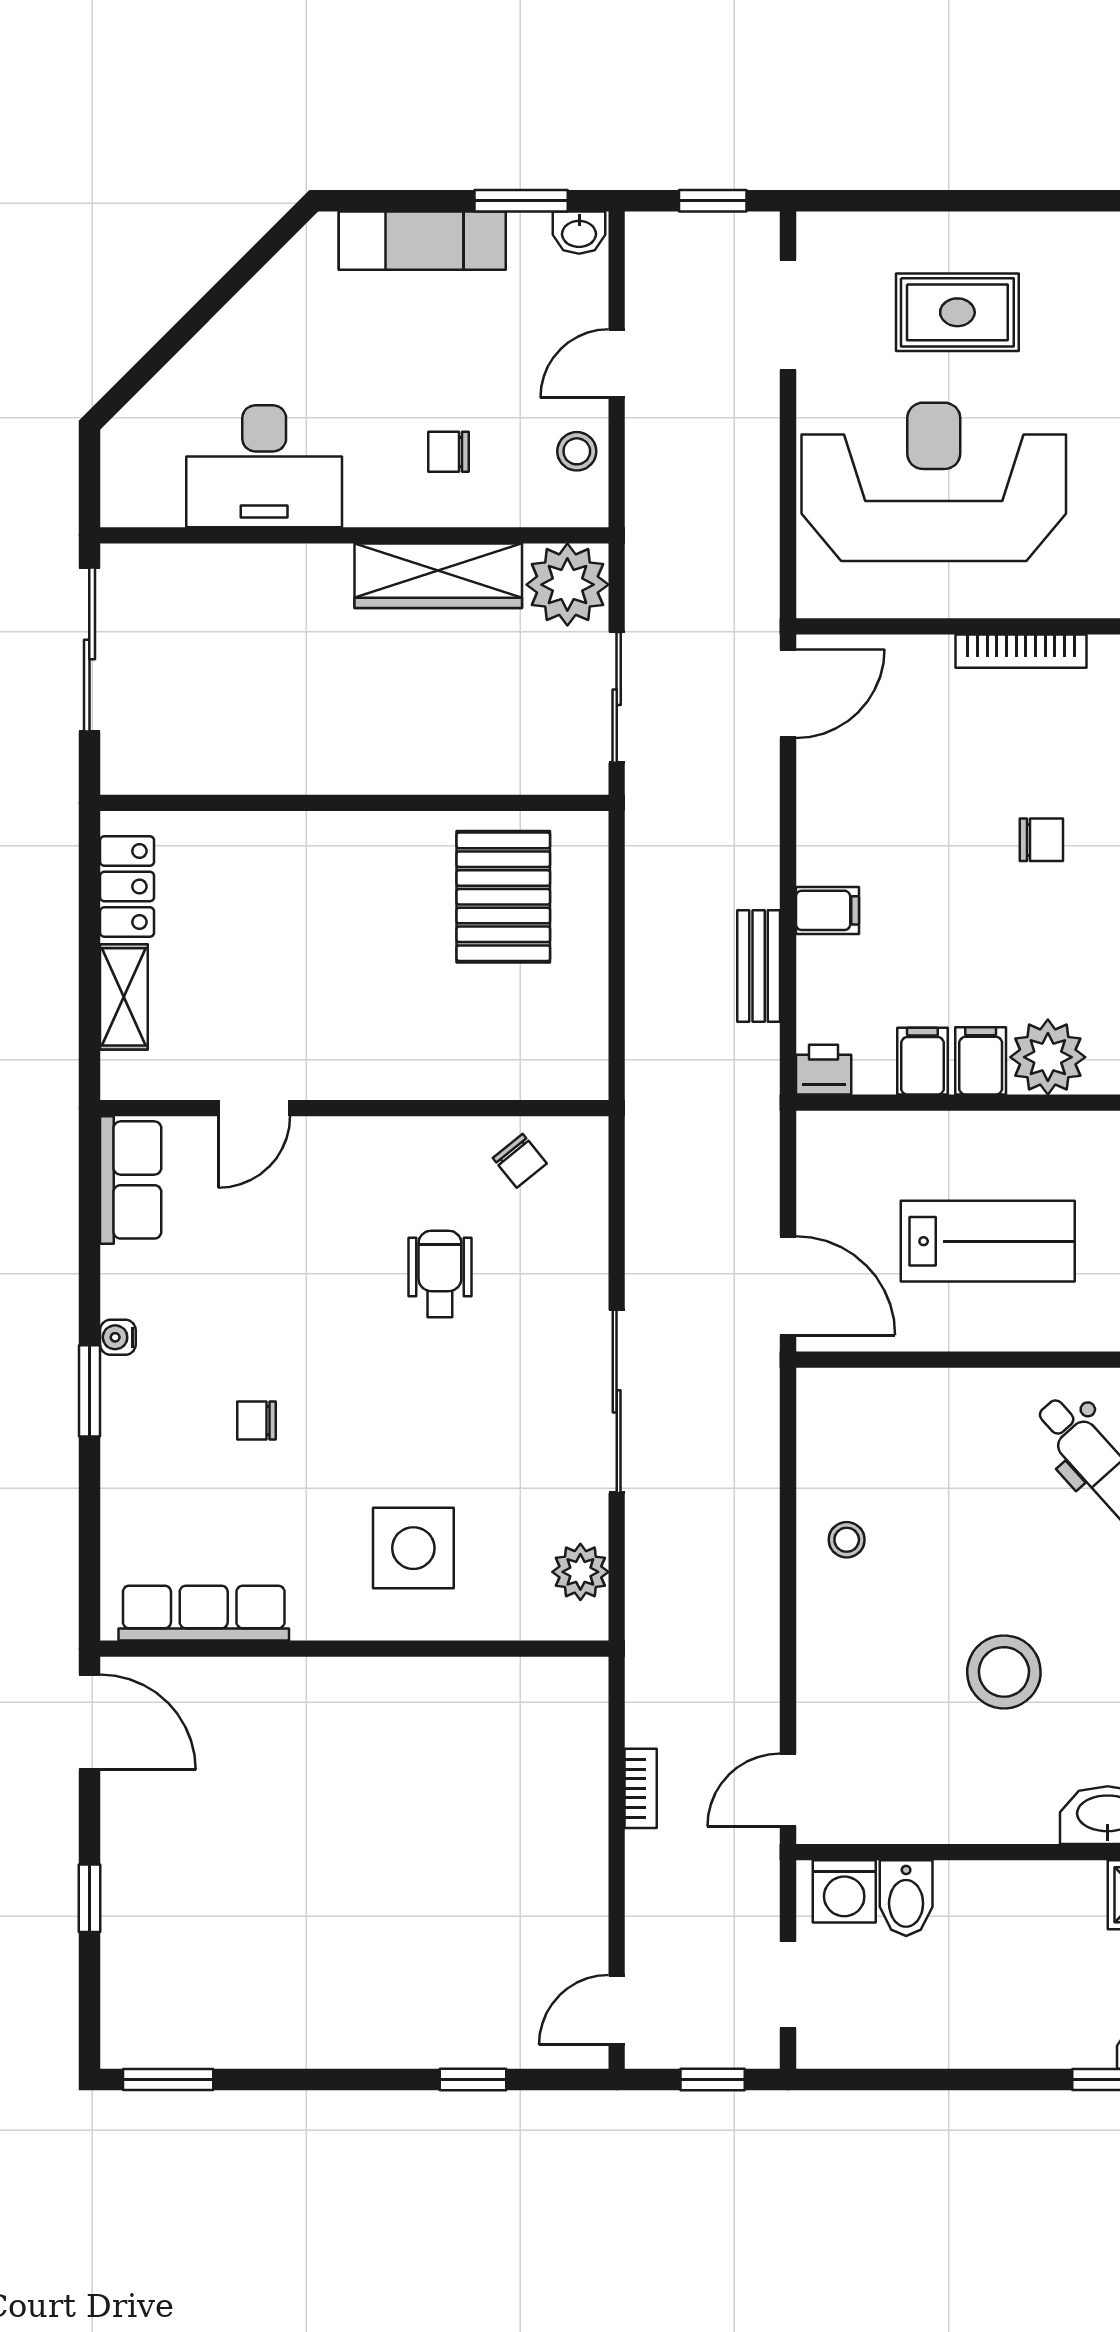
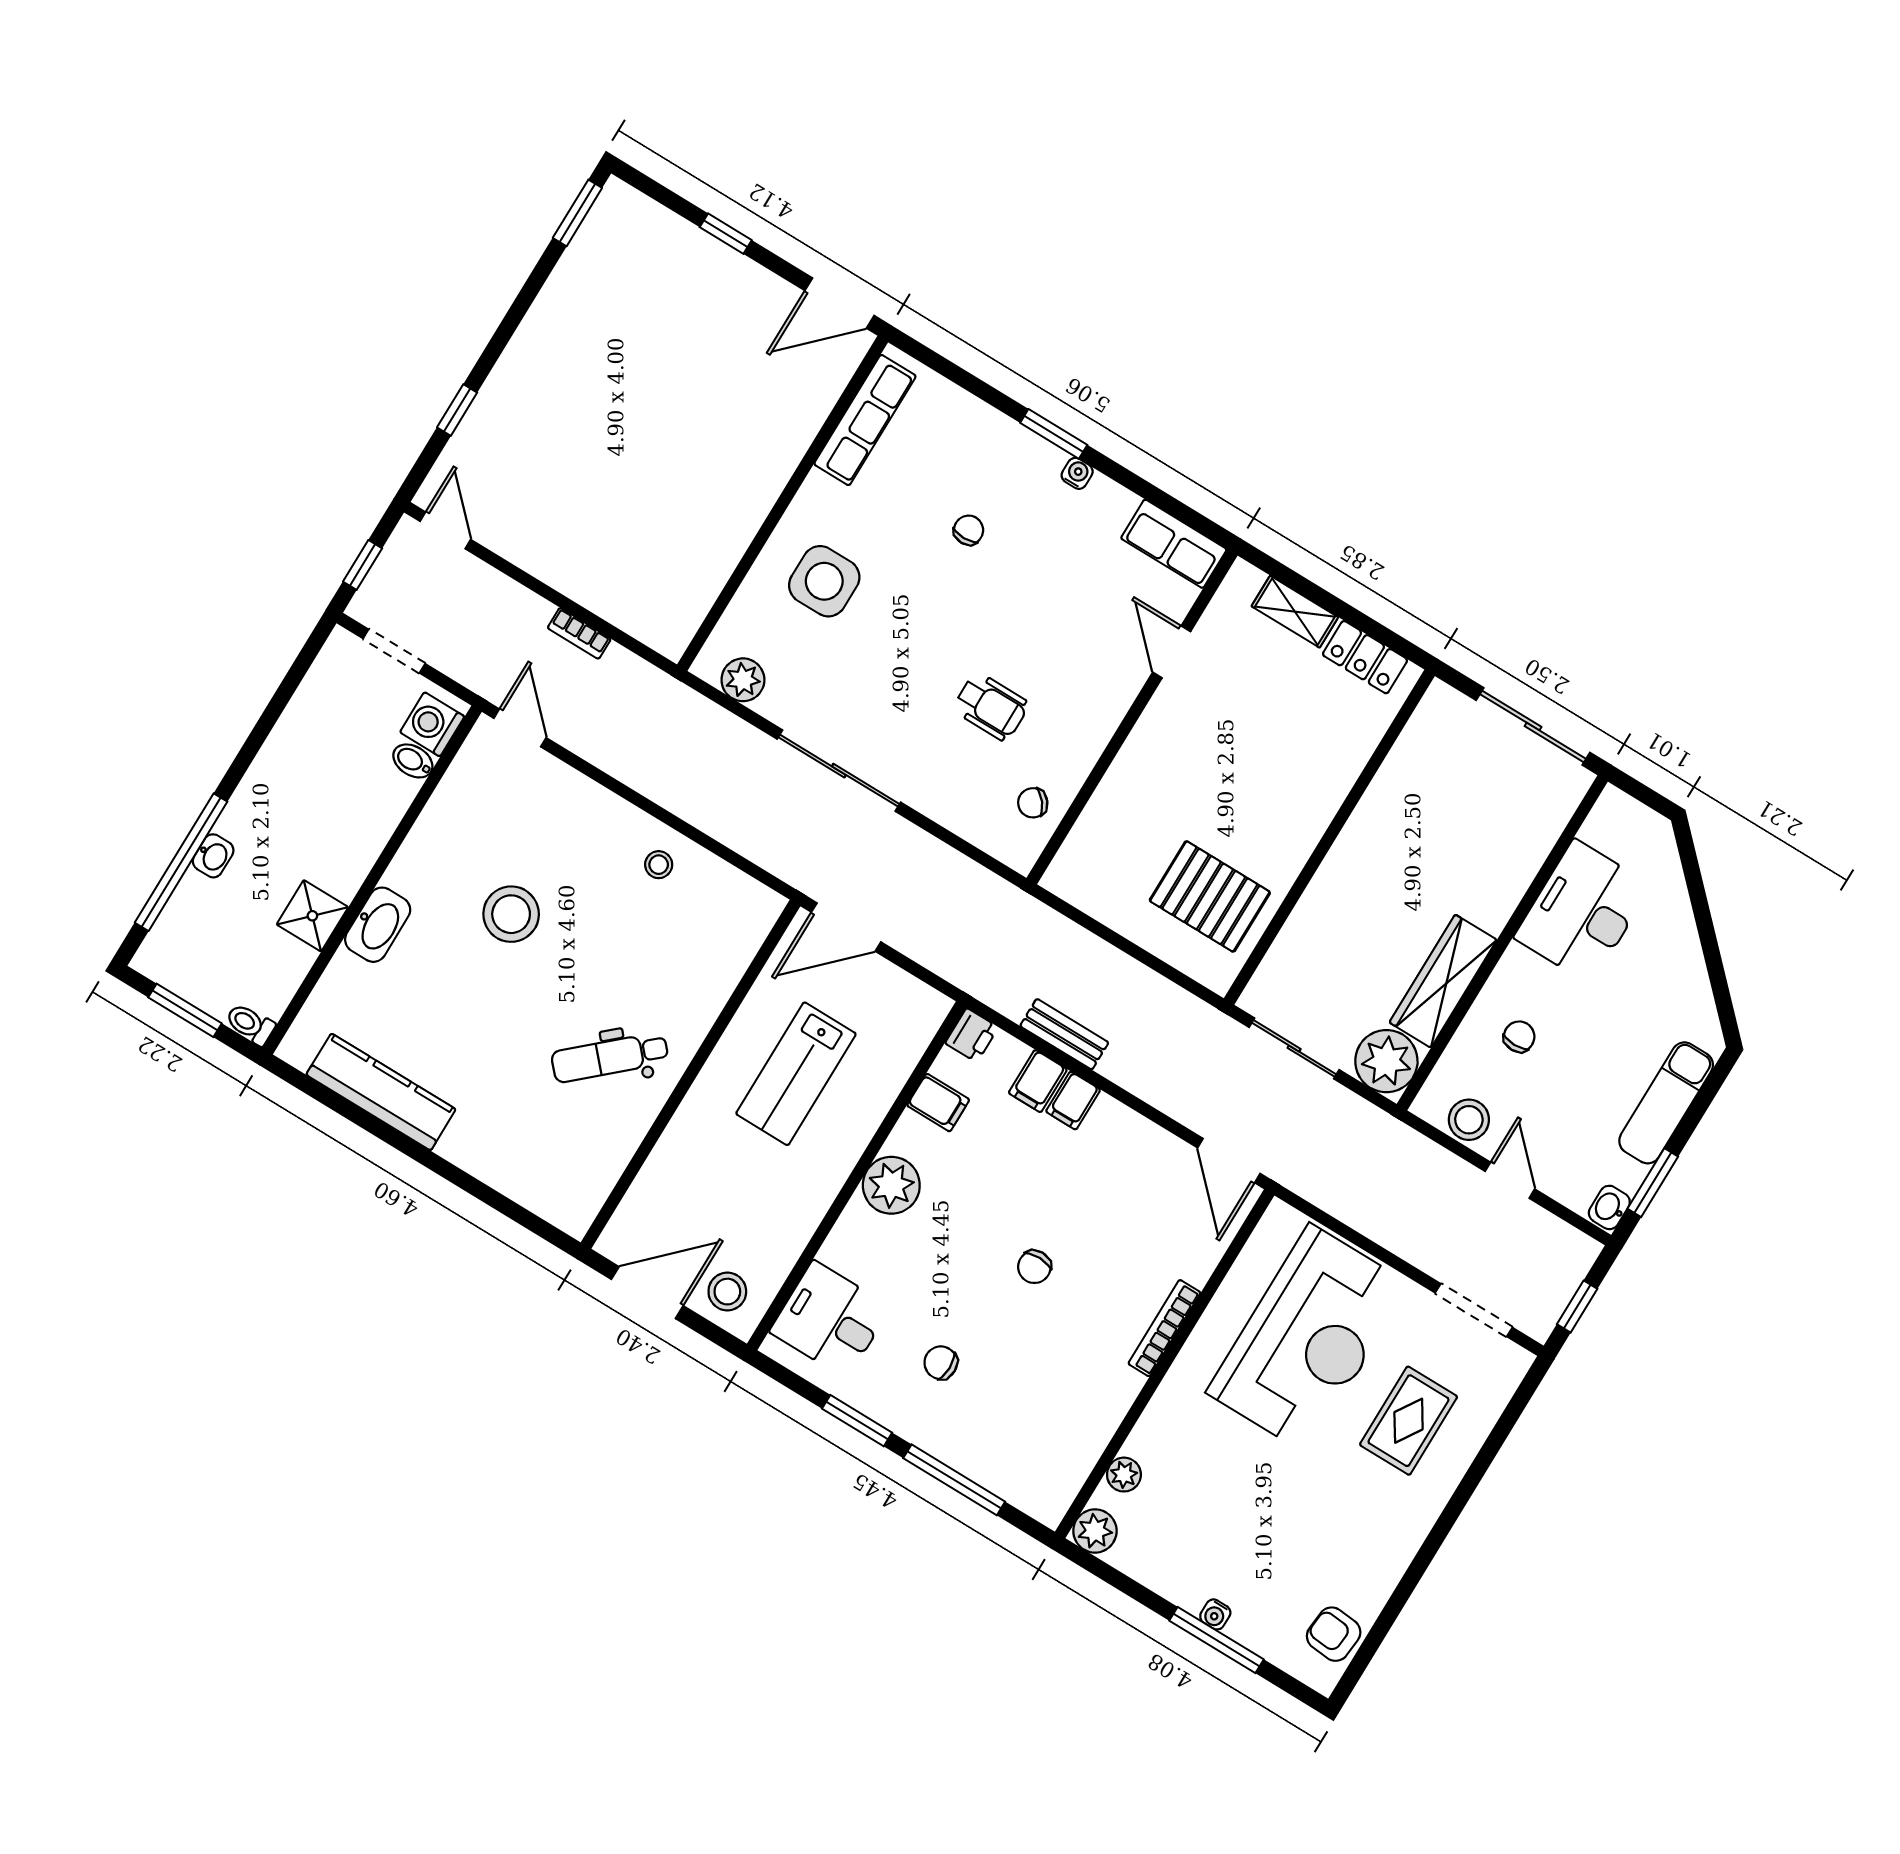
stool: (577, 451) -> (1469, 1120), width x1.37, depth x1.37
filing cabinet: (981, 1061) -> (1038, 1081), moved, turned 90
bidet: (906, 1898) -> (413, 761), width x0.72, depth x0.74

